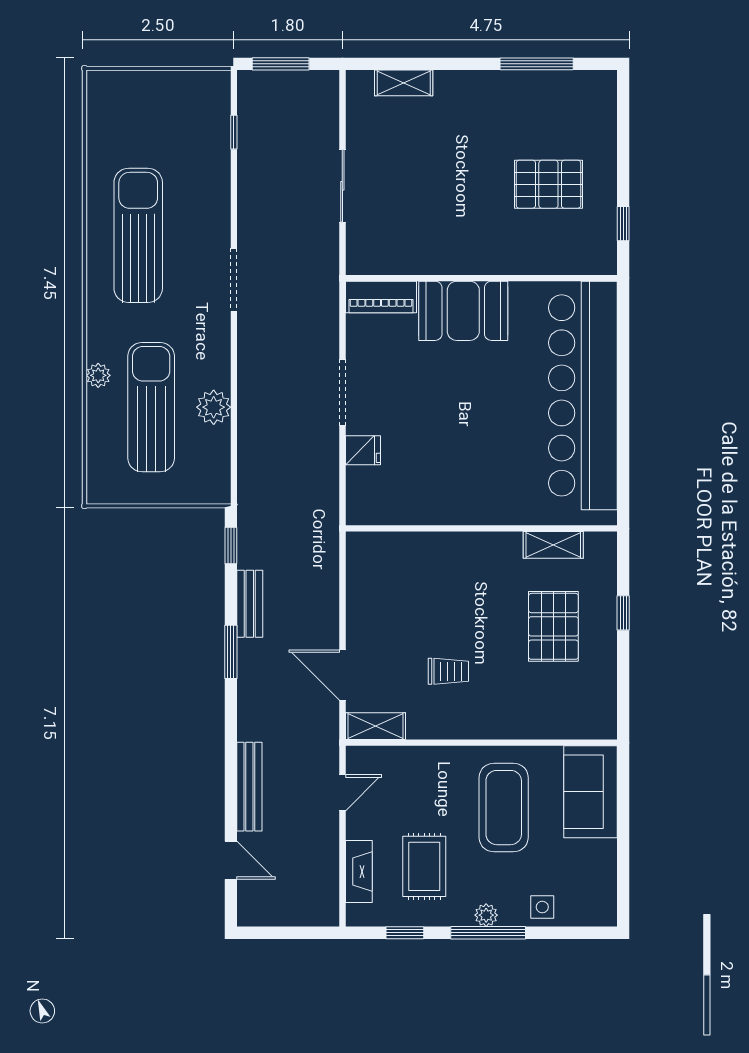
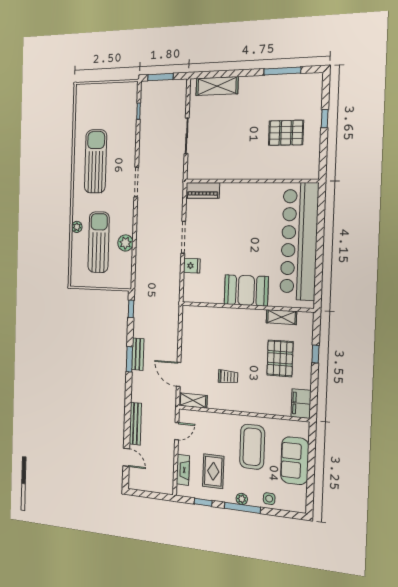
shelving: (404, 83) -> (217, 86), width x1.50, depth x1.33
window: (623, 224) -> (325, 119), moved
booth: (463, 311) -> (246, 290), moved
bench: (250, 604) -> (138, 354), moved
filing cabinet: (599, 712) -> (301, 404), added
sofa: (590, 792) -> (295, 461), moved

